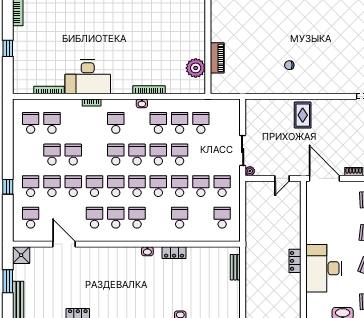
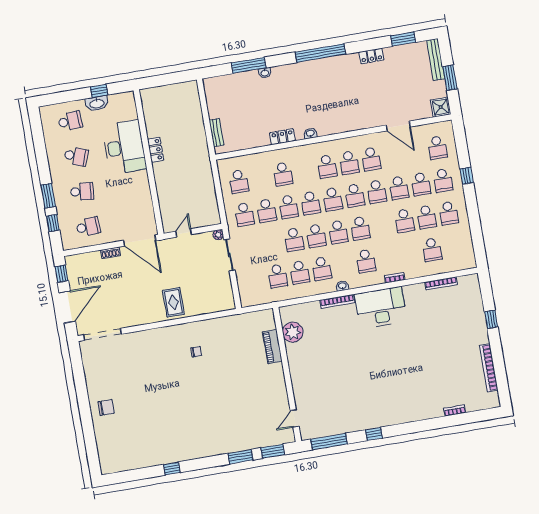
desk: (88, 77) -> (381, 308), moved
school desk: (31, 123) -> (449, 213), moved

